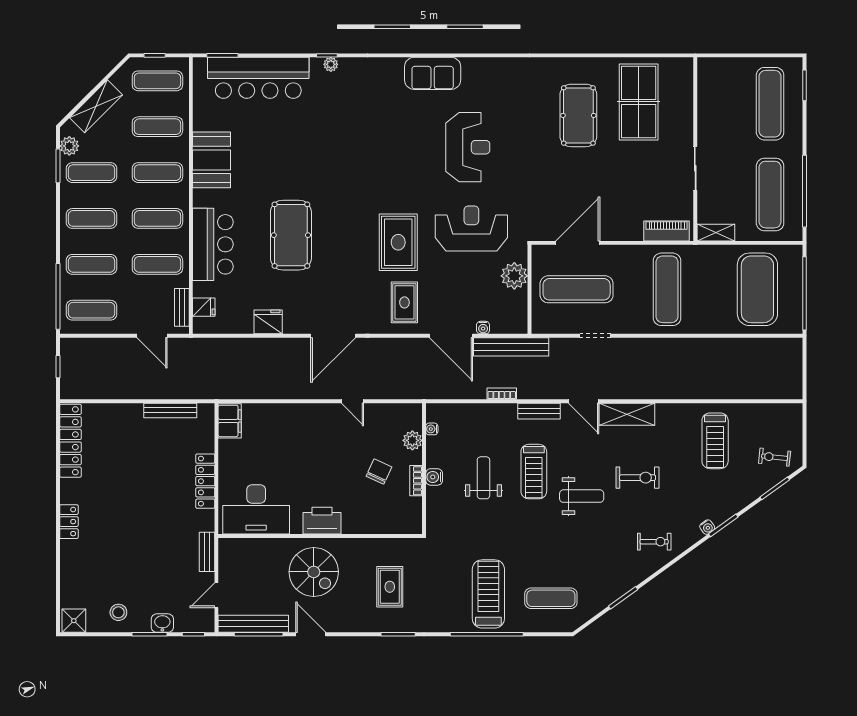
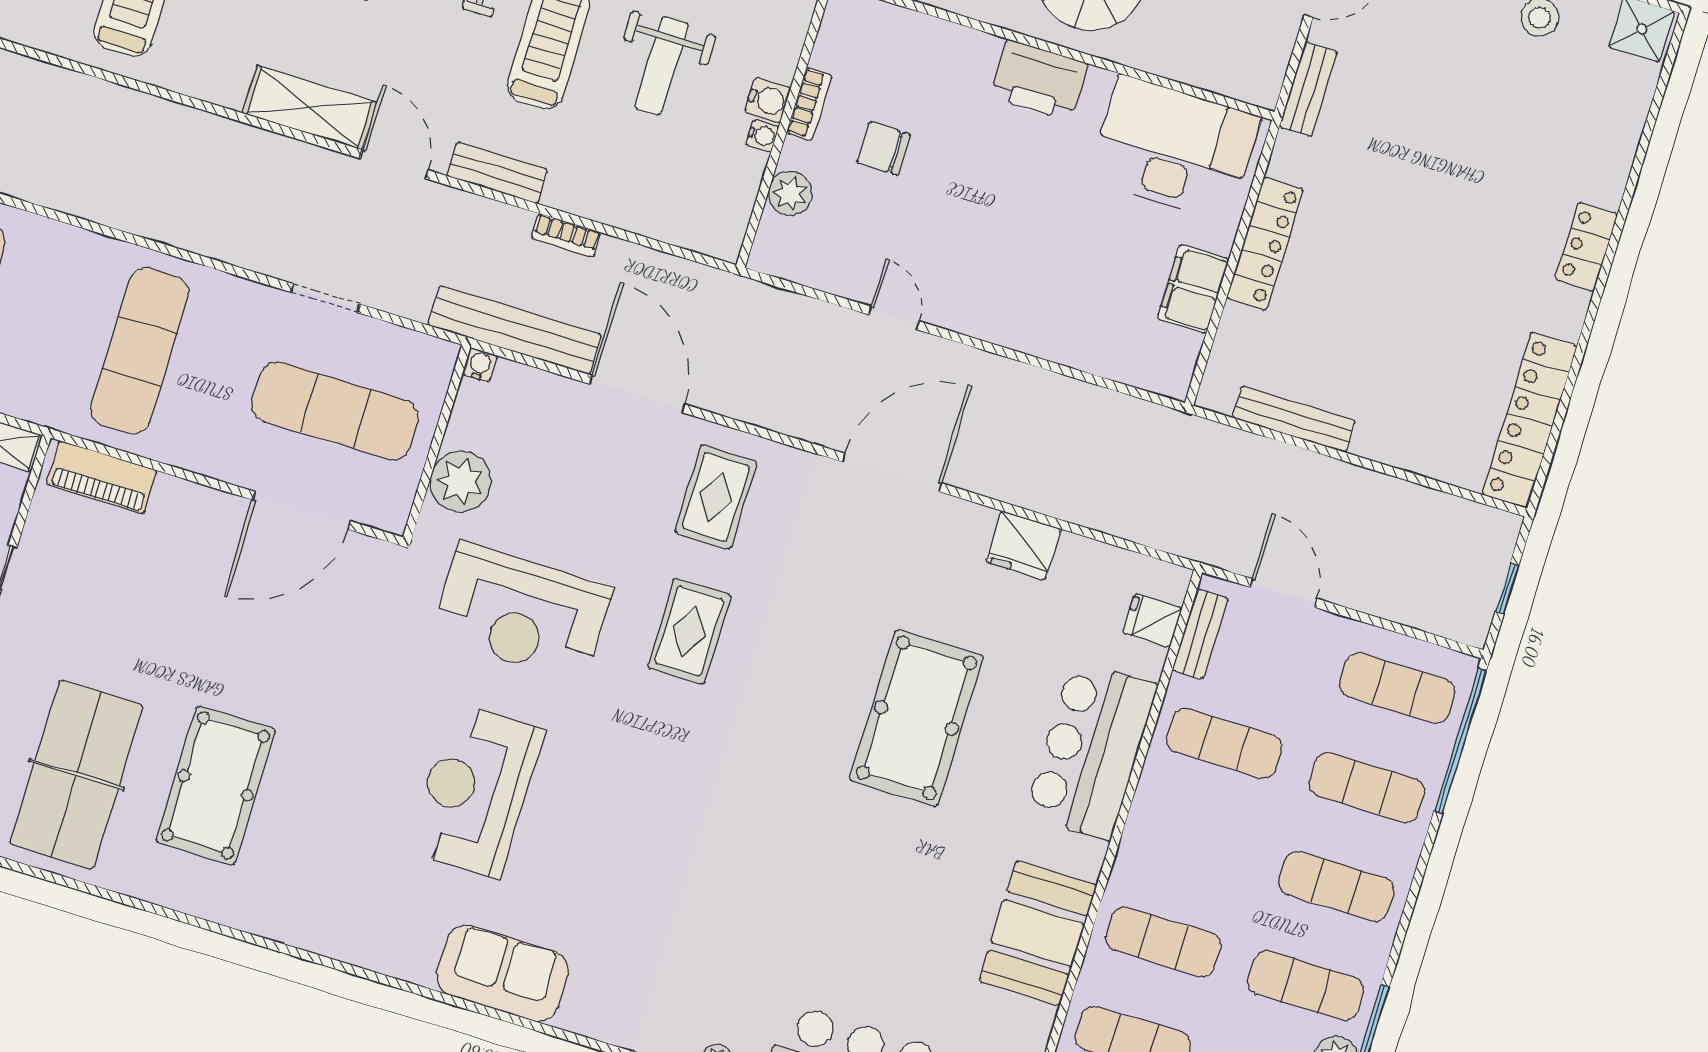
exercise mat: (157, 218) -> (1194, 843), removed
rug: (398, 242) -> (689, 631), width x0.73, depth x0.70
water cooler: (483, 328) -> (480, 365), moved
filing cabinet: (230, 421) -> (1193, 289), moved
water cooler: (432, 429) -> (762, 136), moved
chair: (379, 472) -> (883, 148), turned 65

